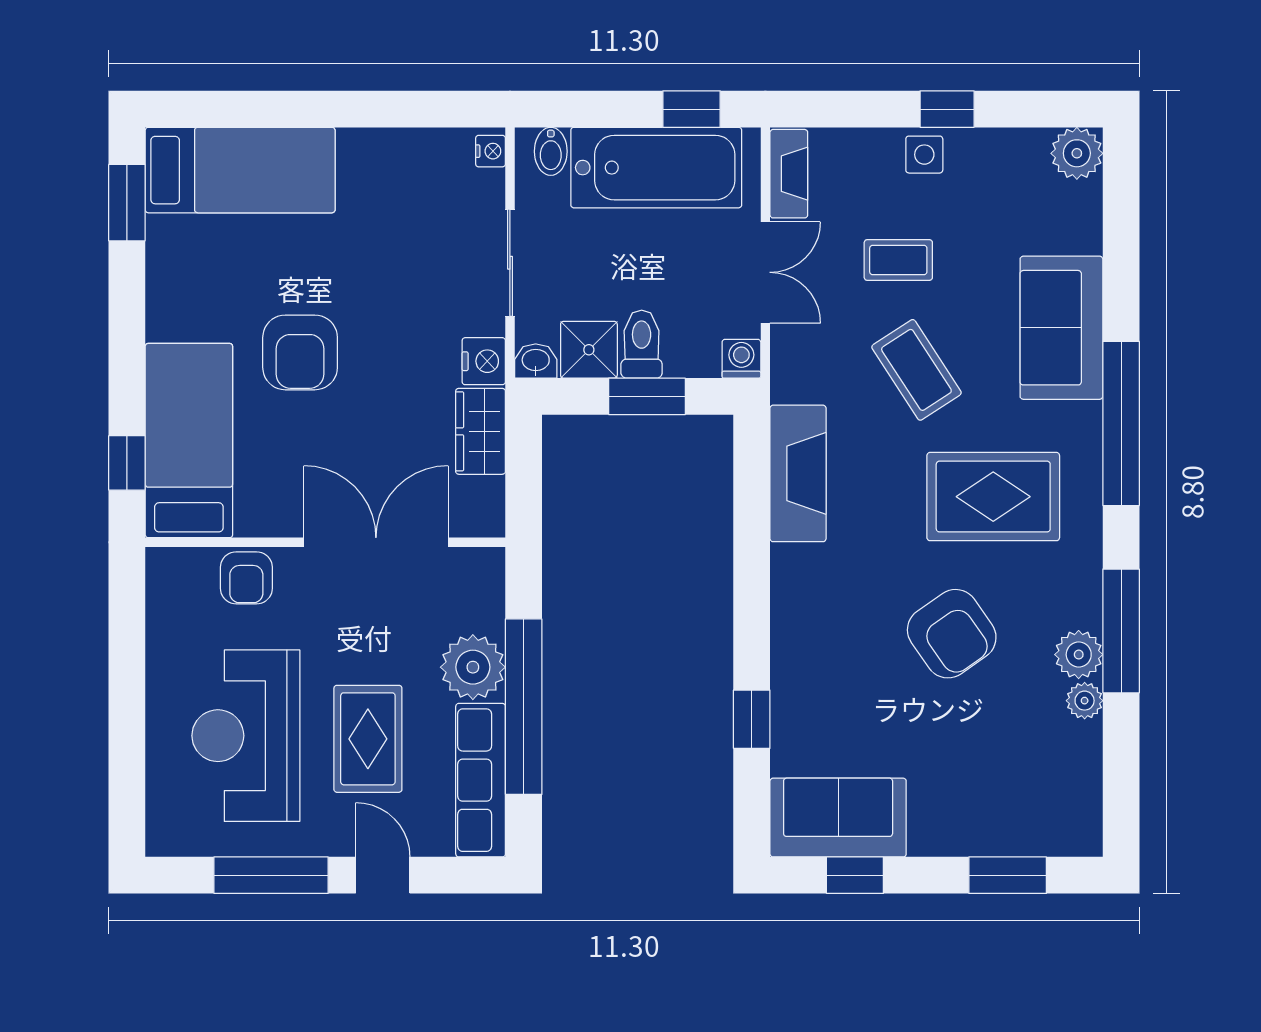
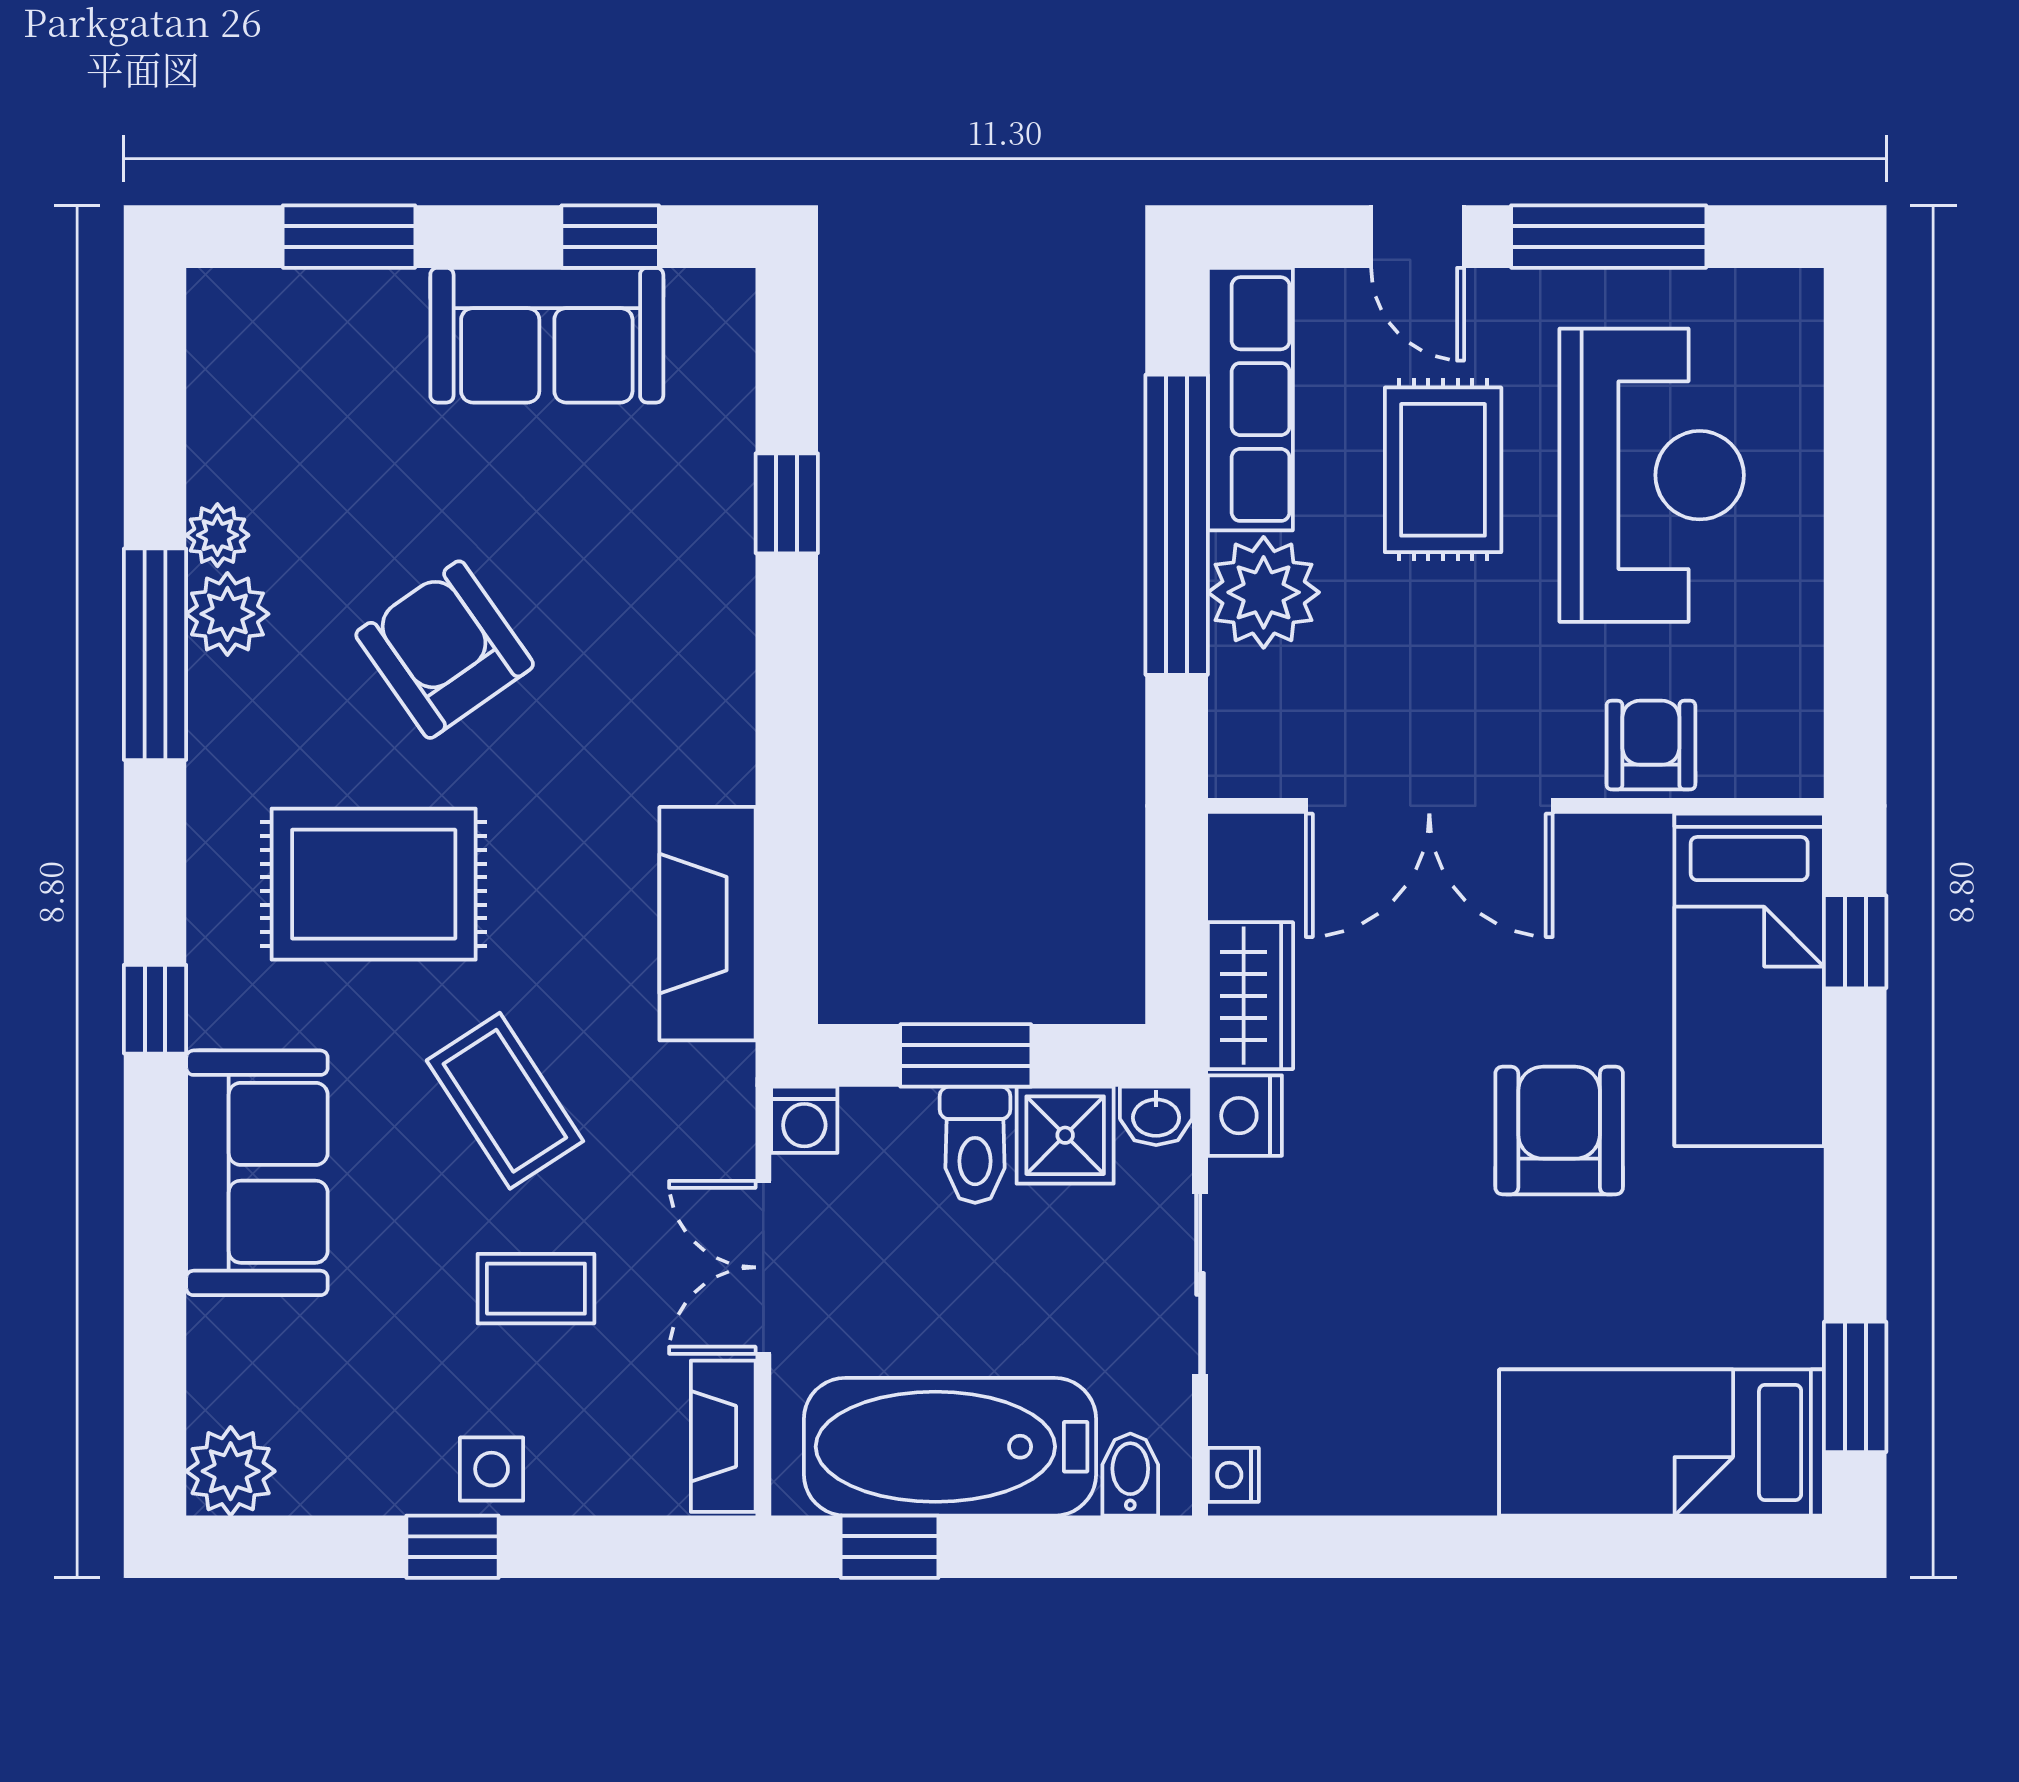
window: (1121, 423) -> (155, 1009), width x0.32
sofa: (838, 818) -> (547, 335), moved

